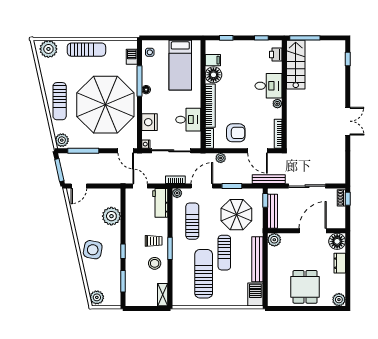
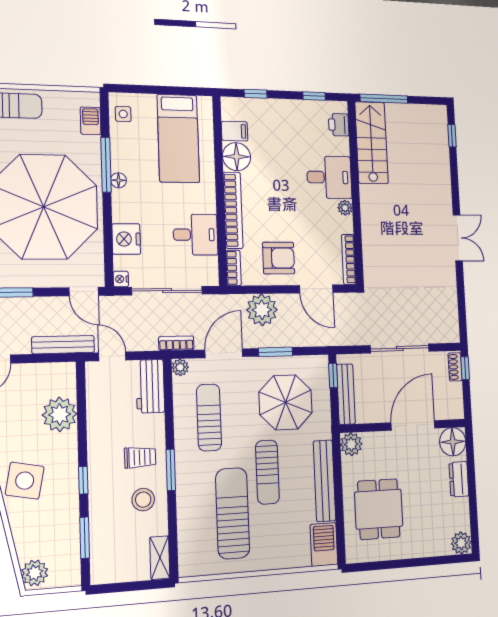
plant: (221, 158) -> (262, 310), width x1.87, depth x1.87
bench: (269, 179) -> (63, 345), moved
dining table: (305, 287) -> (379, 509), moved

